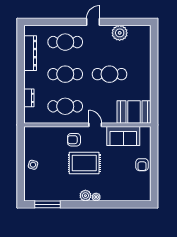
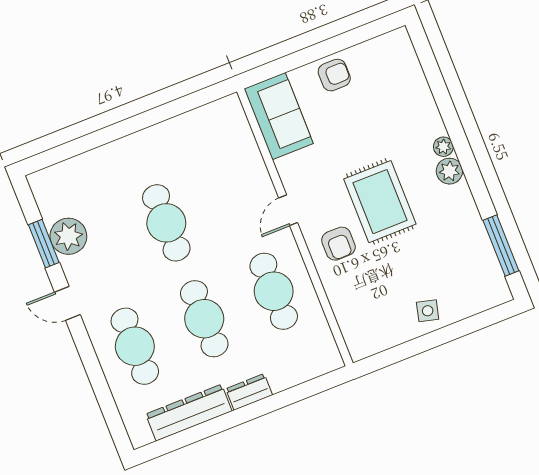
window: (121, 22) -> (44, 244), added
dresser: (29, 98) -> (249, 392), moved
booth: (134, 112) -> (227, 138), removed
sofa: (123, 136) -> (279, 116), moved

